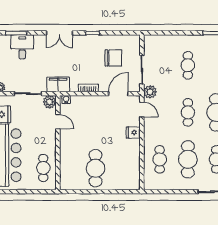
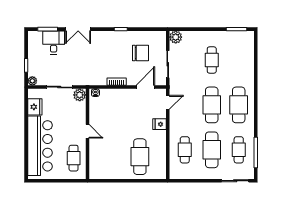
double door: (59, 33) -> (78, 29), moved
filing cabinet: (58, 84) -> (88, 78), removed
plant: (150, 92) -> (176, 37), moved
door: (142, 110) -> (168, 102), hinge flipped
cafe table: (188, 112) -> (212, 105), width x1.37, depth x1.35
door: (58, 122) -> (87, 131), moved
cafe table: (95, 168) -> (140, 157), moved

